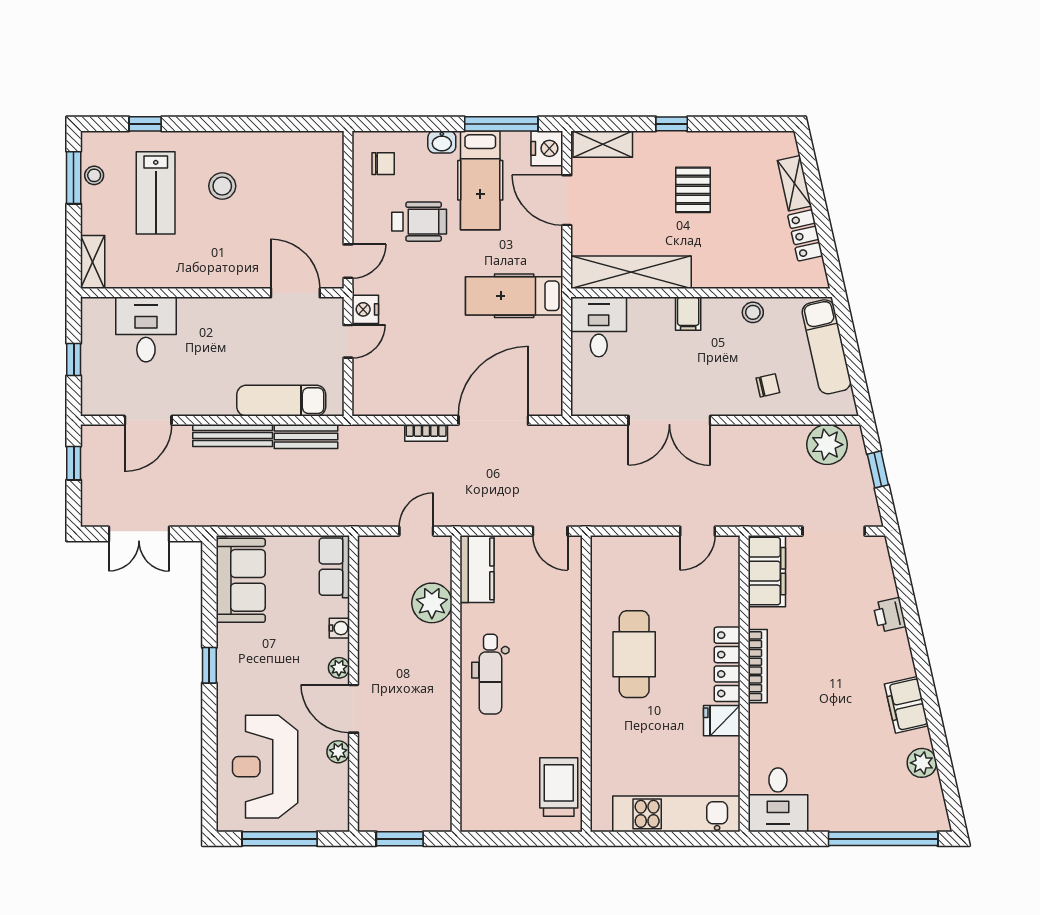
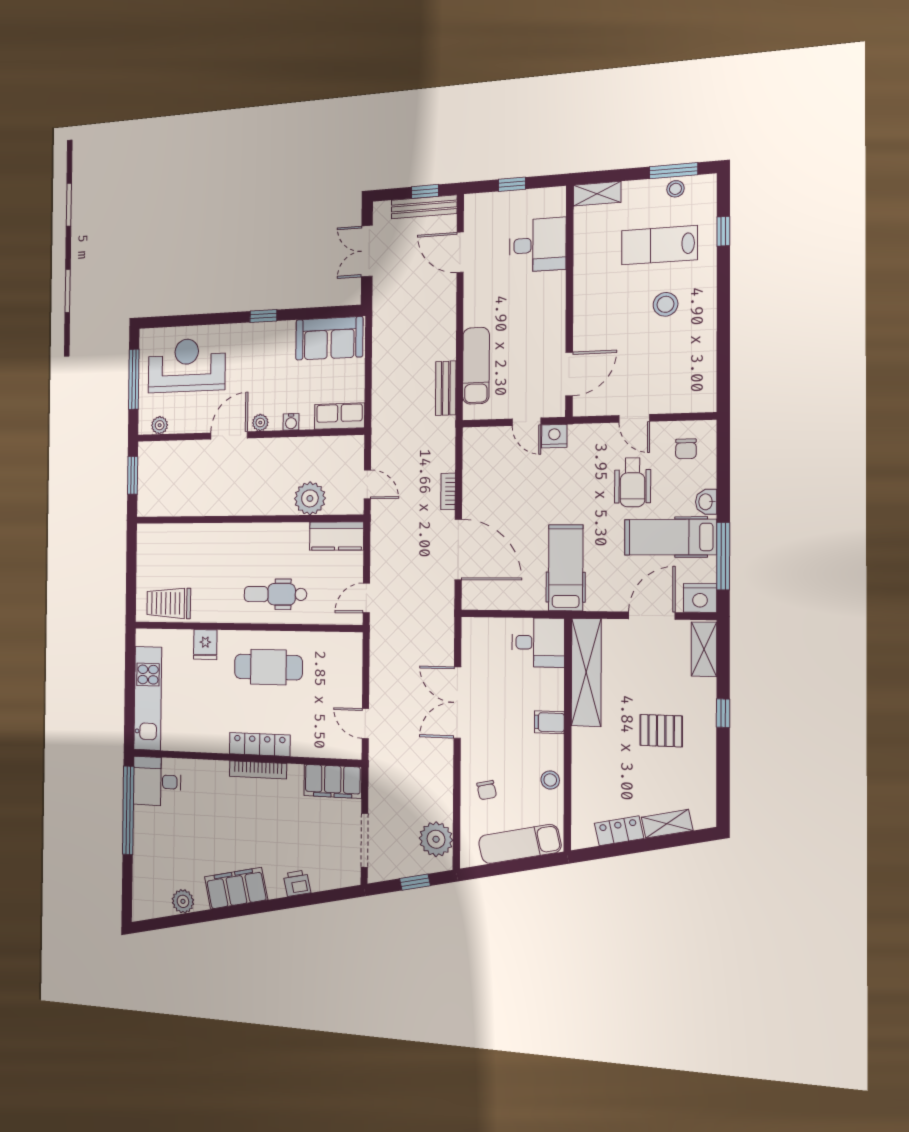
door: (348, 261) -> (634, 418), moved
bench: (233, 436) -> (424, 207), moved, turned 90
dental chair: (490, 674) -> (275, 594), moved
filing cabinet: (906, 705) -> (236, 888), width x1.50, depth x1.17
fridge: (722, 721) -> (205, 645), moved, turned 180
plant: (338, 752) -> (160, 425), moved
trolley: (559, 787) -> (169, 603), turned 180
window: (883, 839) -> (128, 810), moved

